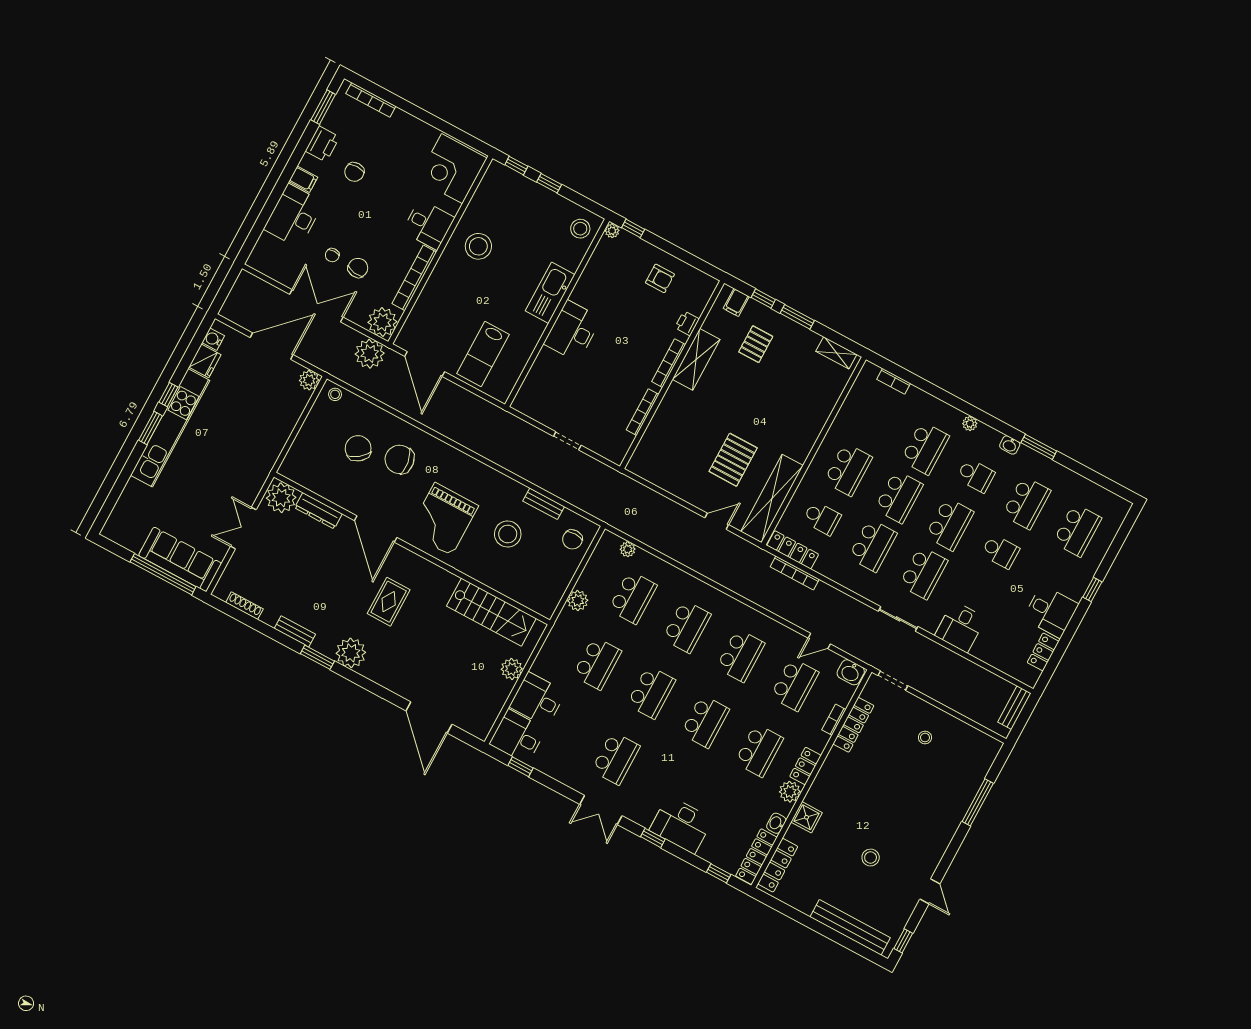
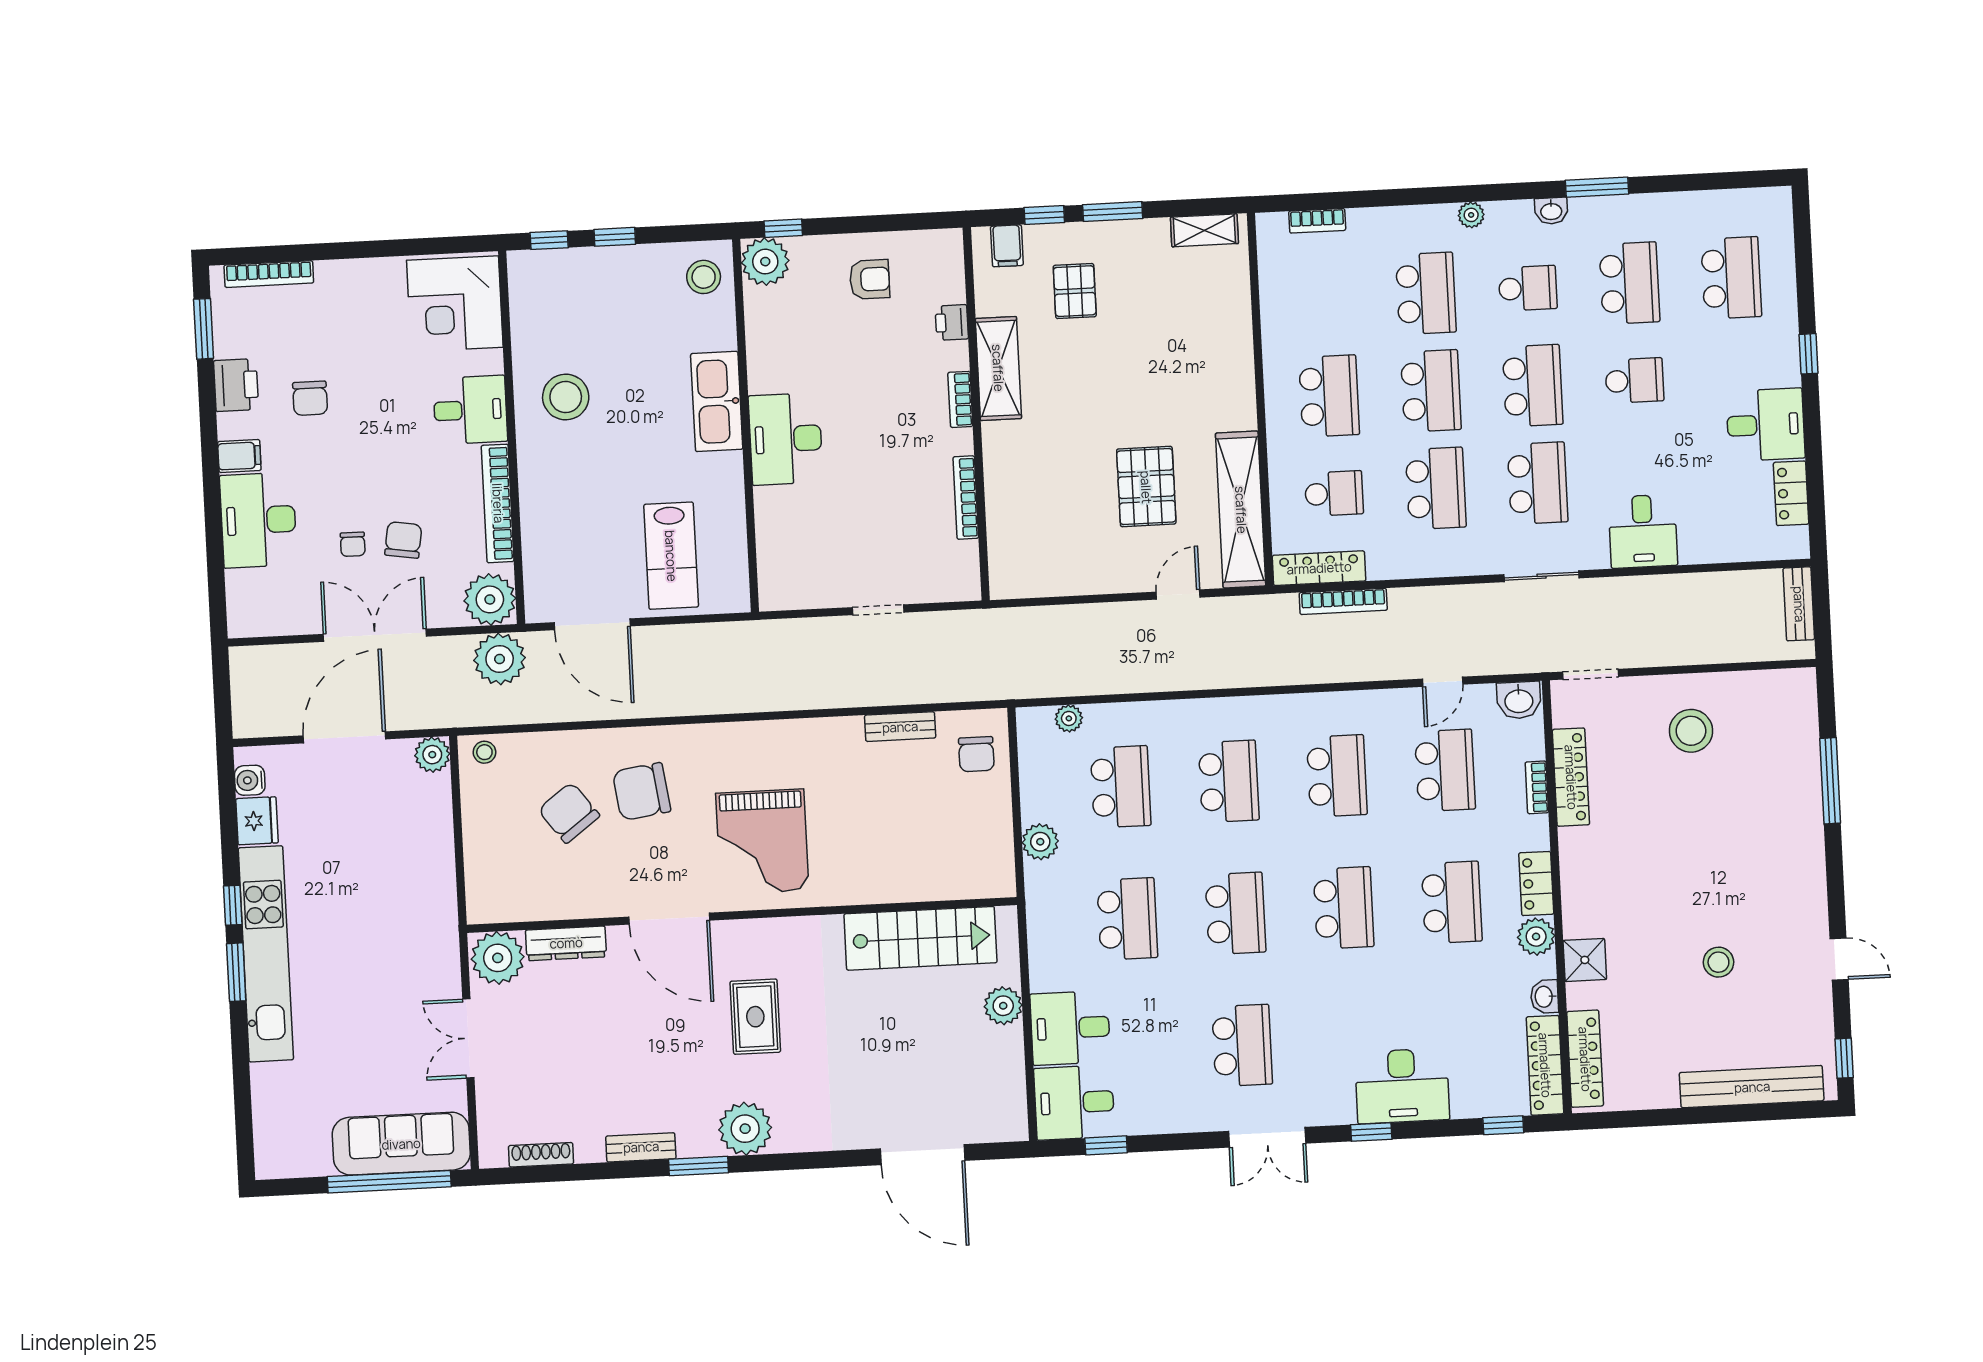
plant: (612, 231) -> (765, 262), width x1.87, depth x1.87
bookcase: (669, 363) -> (960, 399), width x0.64
stool: (508, 534) -> (873, 805), removed
stool: (925, 738) -> (1691, 731), width x1.89, depth x1.89

